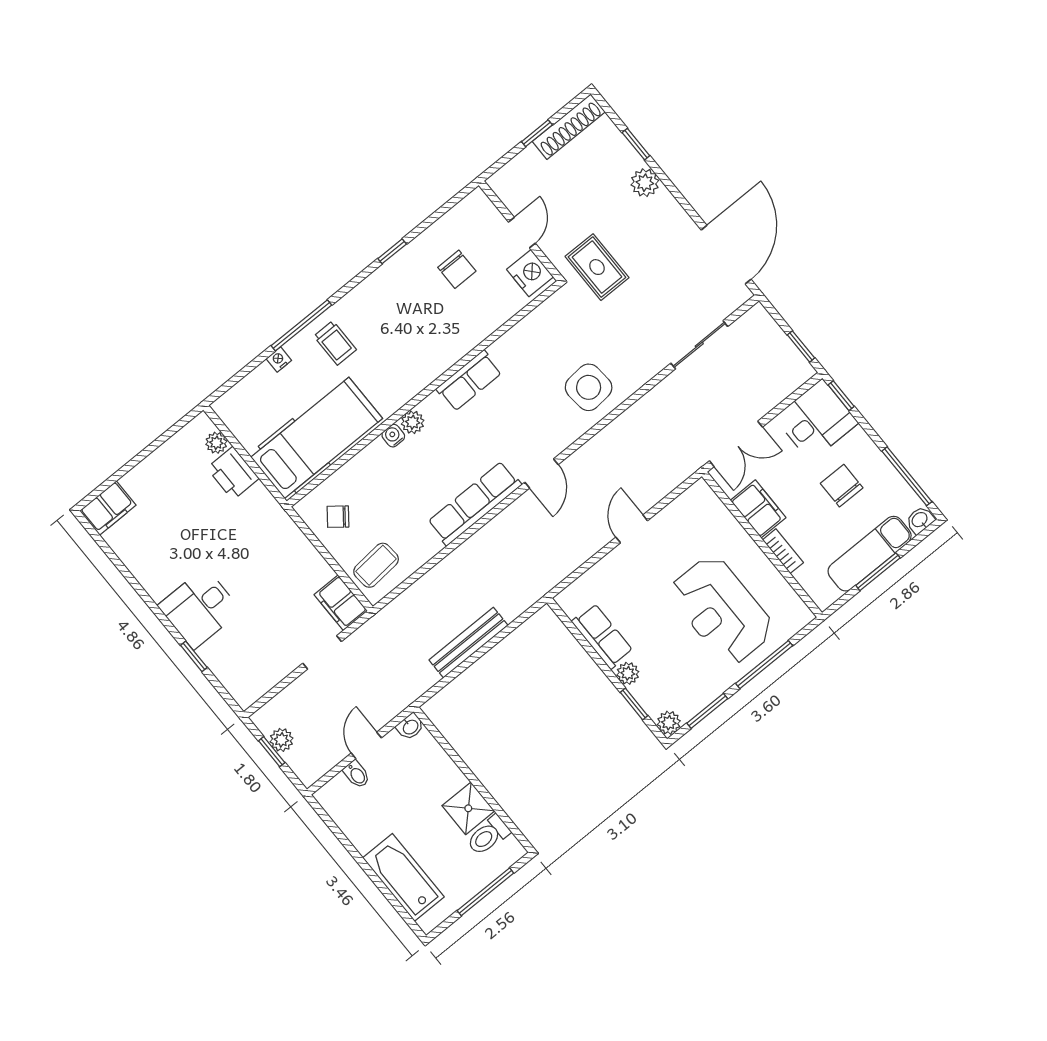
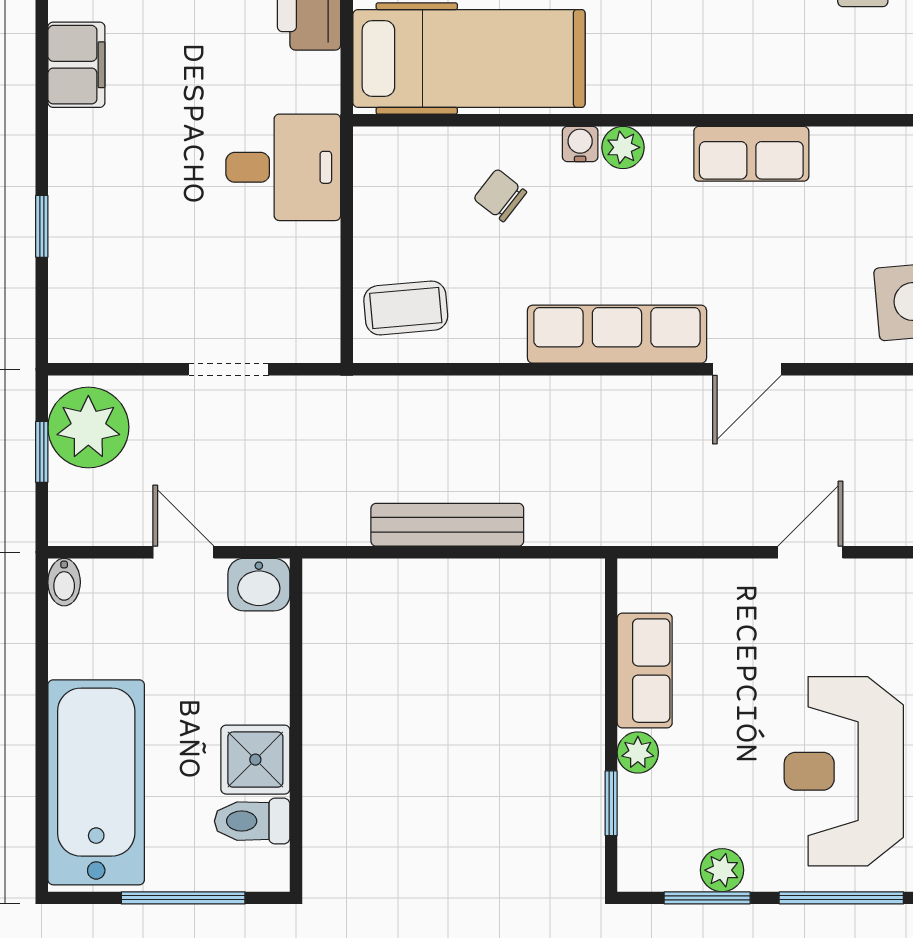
chair: (338, 517) -> (500, 195), moved
filing cabinet: (341, 603) -> (76, 65), moved, turned 180
desk: (199, 608) -> (283, 167), moved, turned 180
plant: (669, 723) -> (722, 870), moved
washbasin: (410, 727) -> (259, 585), width x1.38, depth x1.45
plant: (281, 740) -> (88, 427), width x1.87, depth x1.87
door: (366, 745) -> (183, 552), hinge flipped
bidet: (357, 774) -> (64, 582), moved
bathtub: (403, 877) -> (96, 782), width x1.36, depth x1.36

